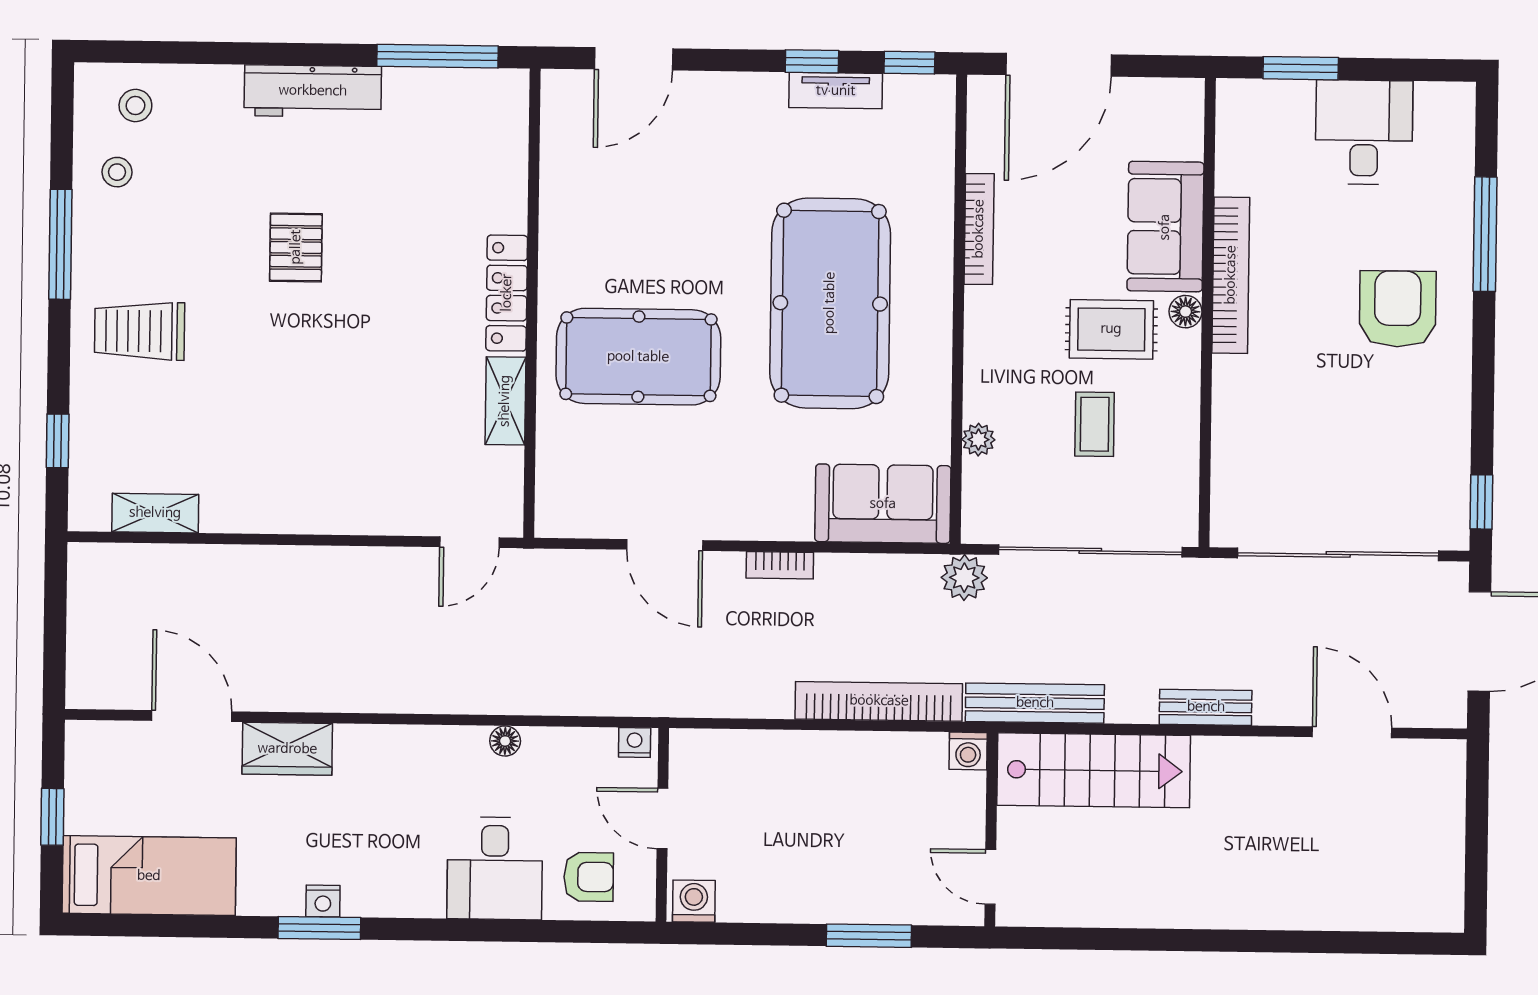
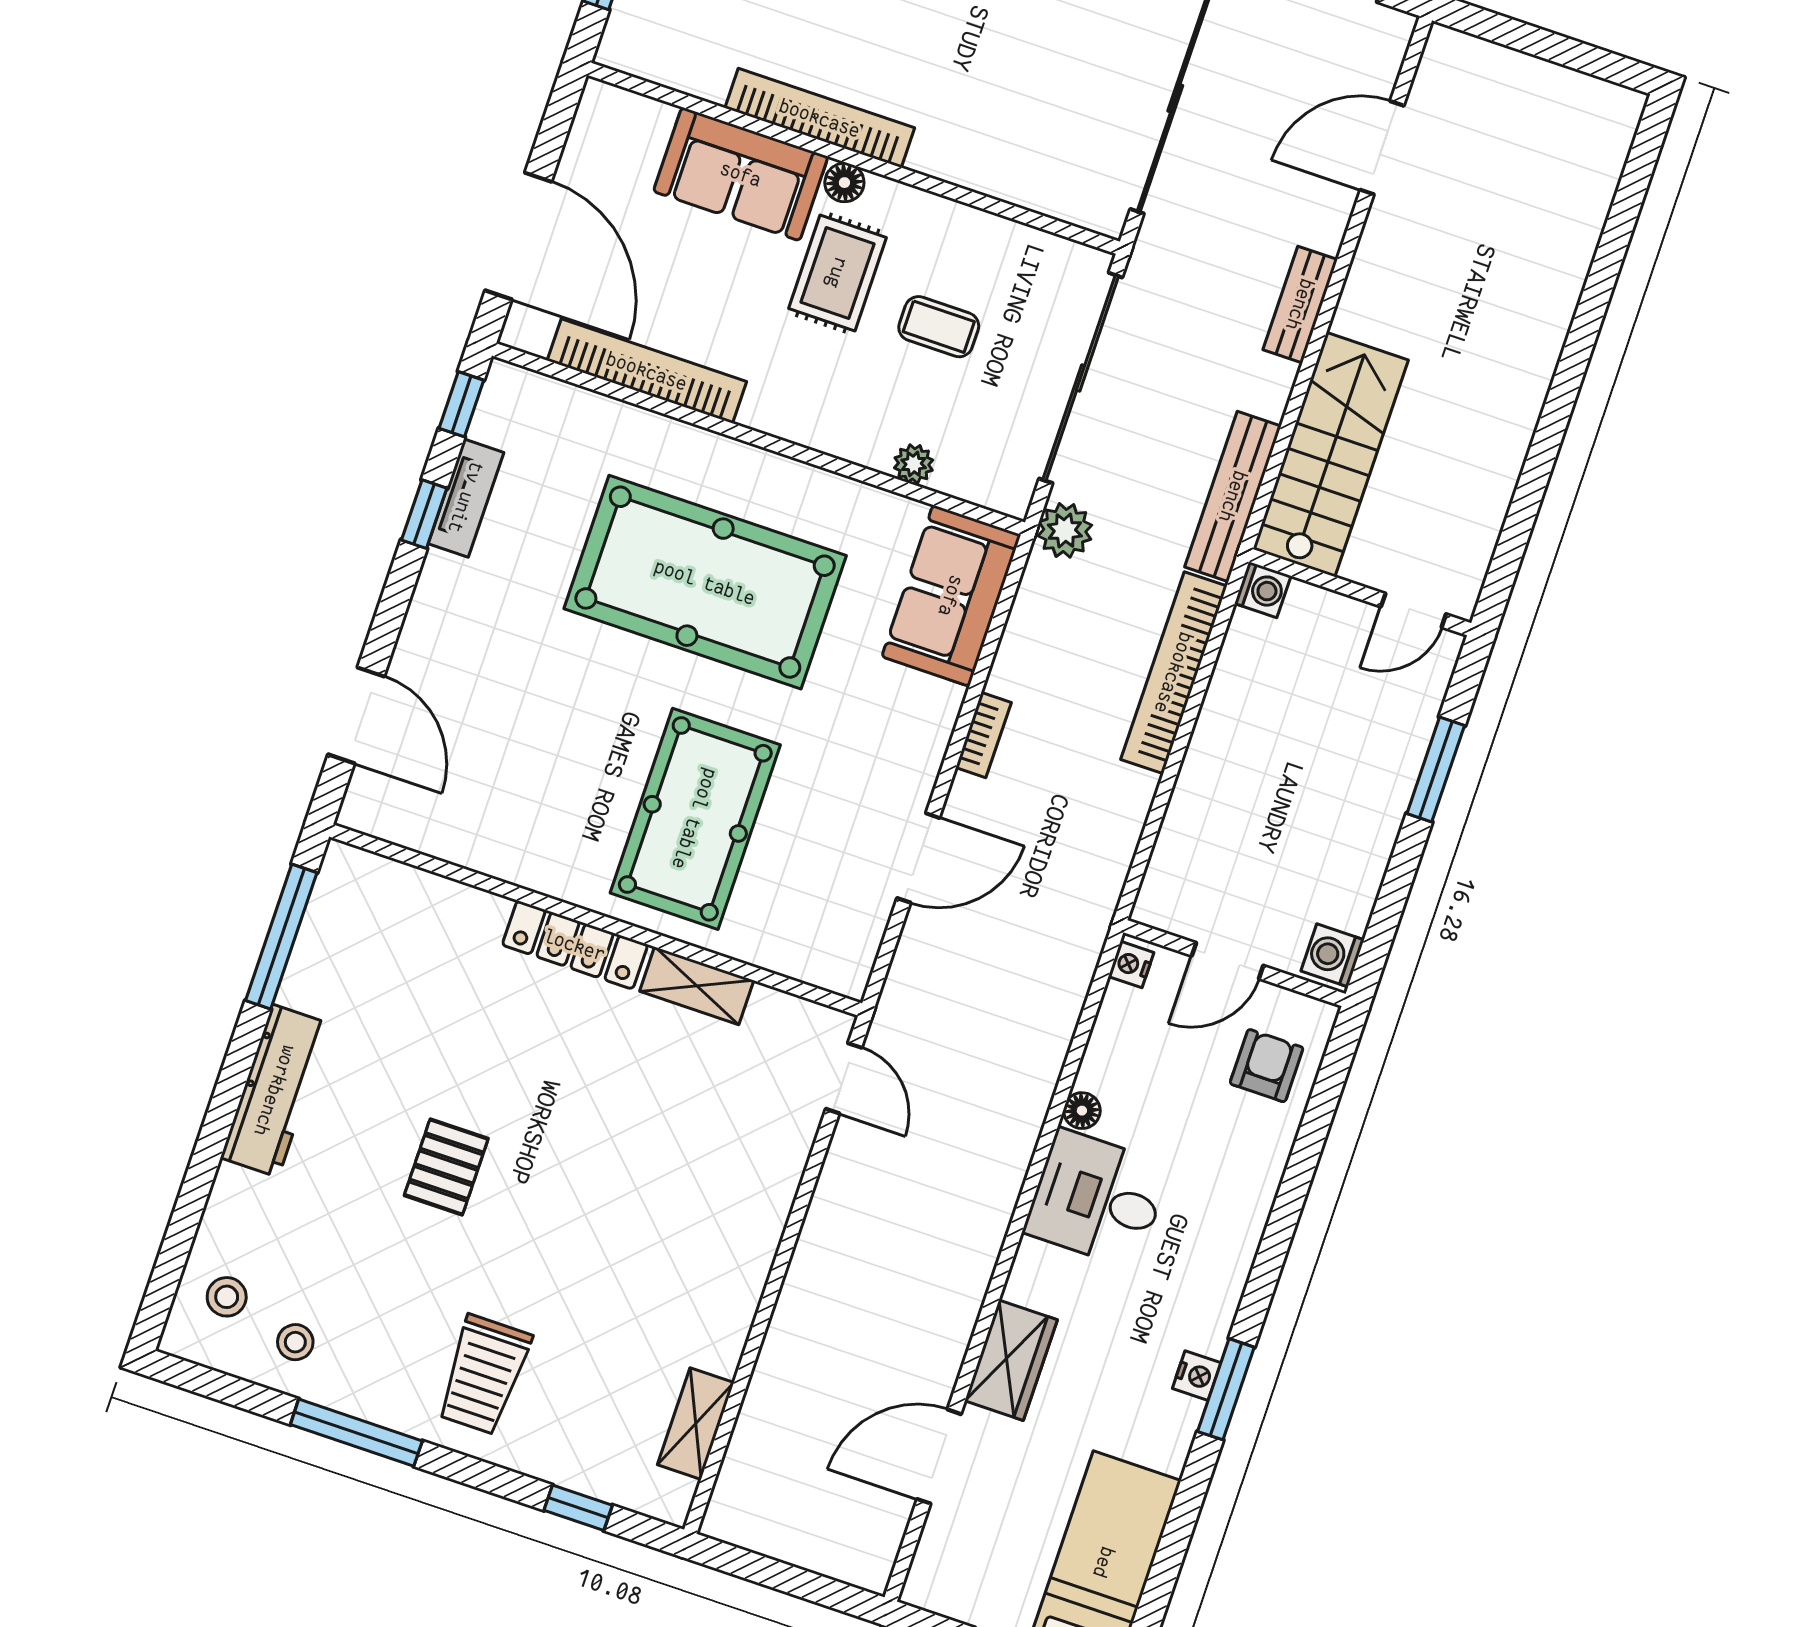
bookcase: (979, 229) -> (647, 371), width x1.48, depth x1.31
pallet: (296, 247) -> (446, 1167), turned 90
desk: (495, 868) -> (1097, 1199), moved, turned 180

